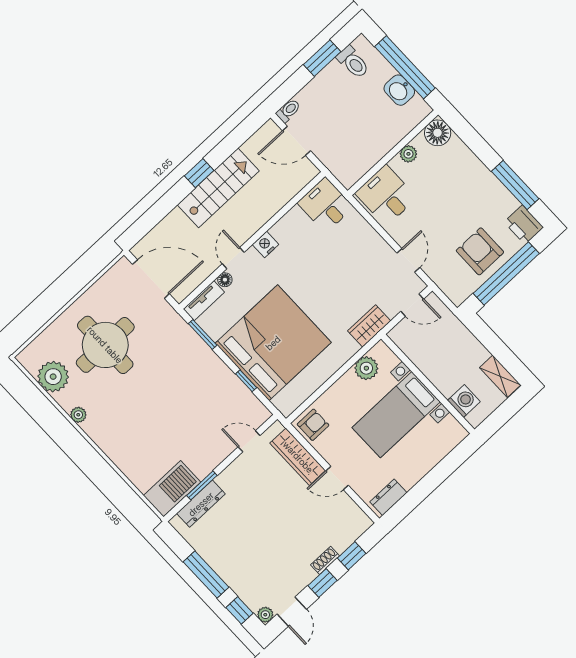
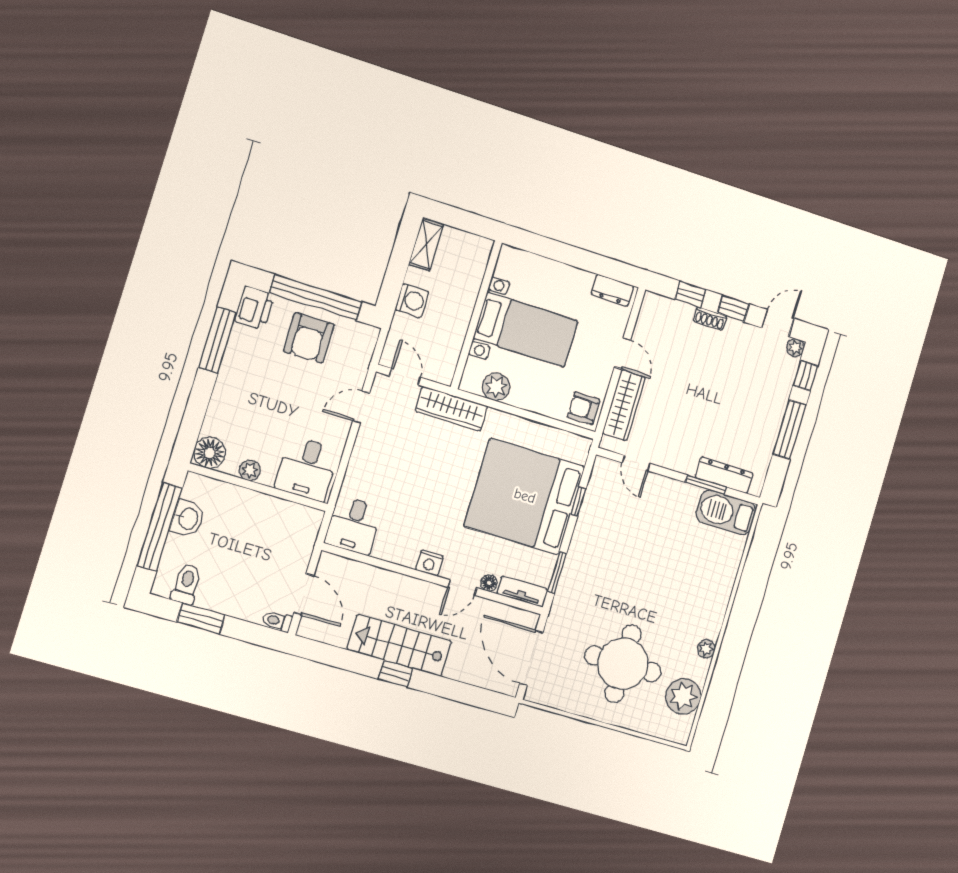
wardrobe: (369, 326) -> (452, 409), width x1.50
washing machine: (464, 401) -> (412, 301), moved, turned 180

